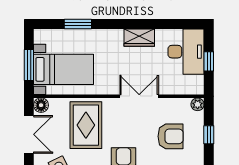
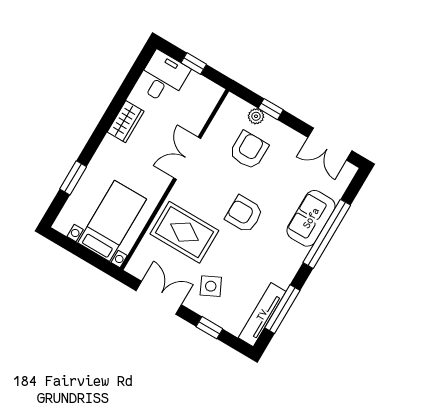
desk: (186, 52) -> (163, 78), width x0.73
window: (29, 65) -> (86, 255), removed
plant: (198, 104) -> (256, 116), moved
floor lamp: (41, 105) -> (136, 267), removed

